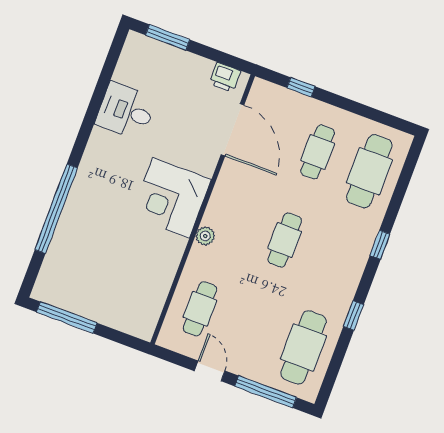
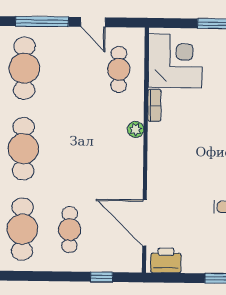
printer: (225, 77) -> (166, 260), width x1.36, depth x1.24
corner desk: (171, 198) -> (175, 61), moved
cafe table: (285, 240) -> (23, 149), moved, width x1.37, depth x1.35
bookcase: (175, 255) -> (154, 105), added

